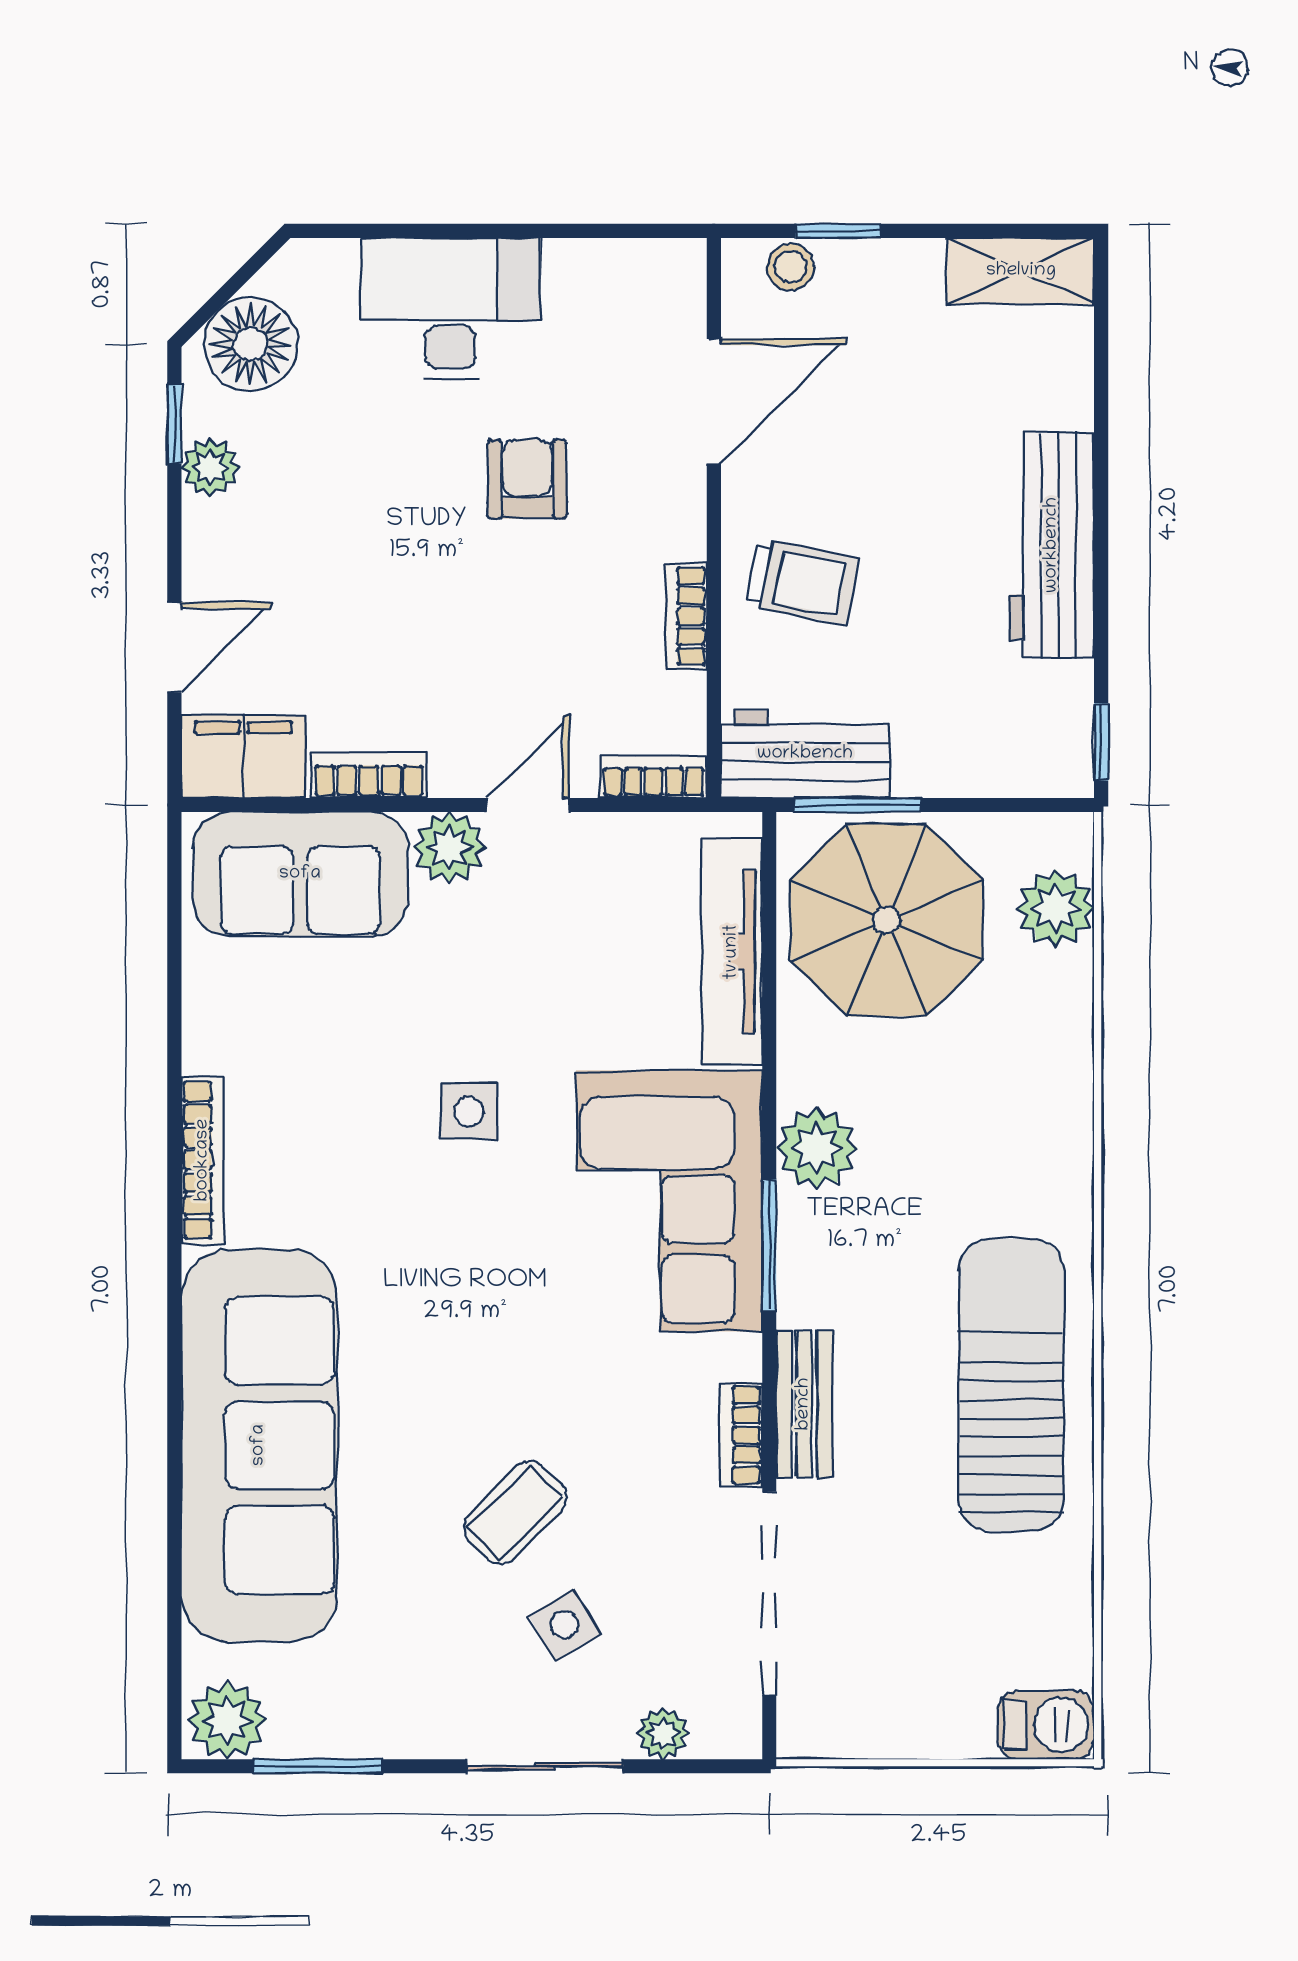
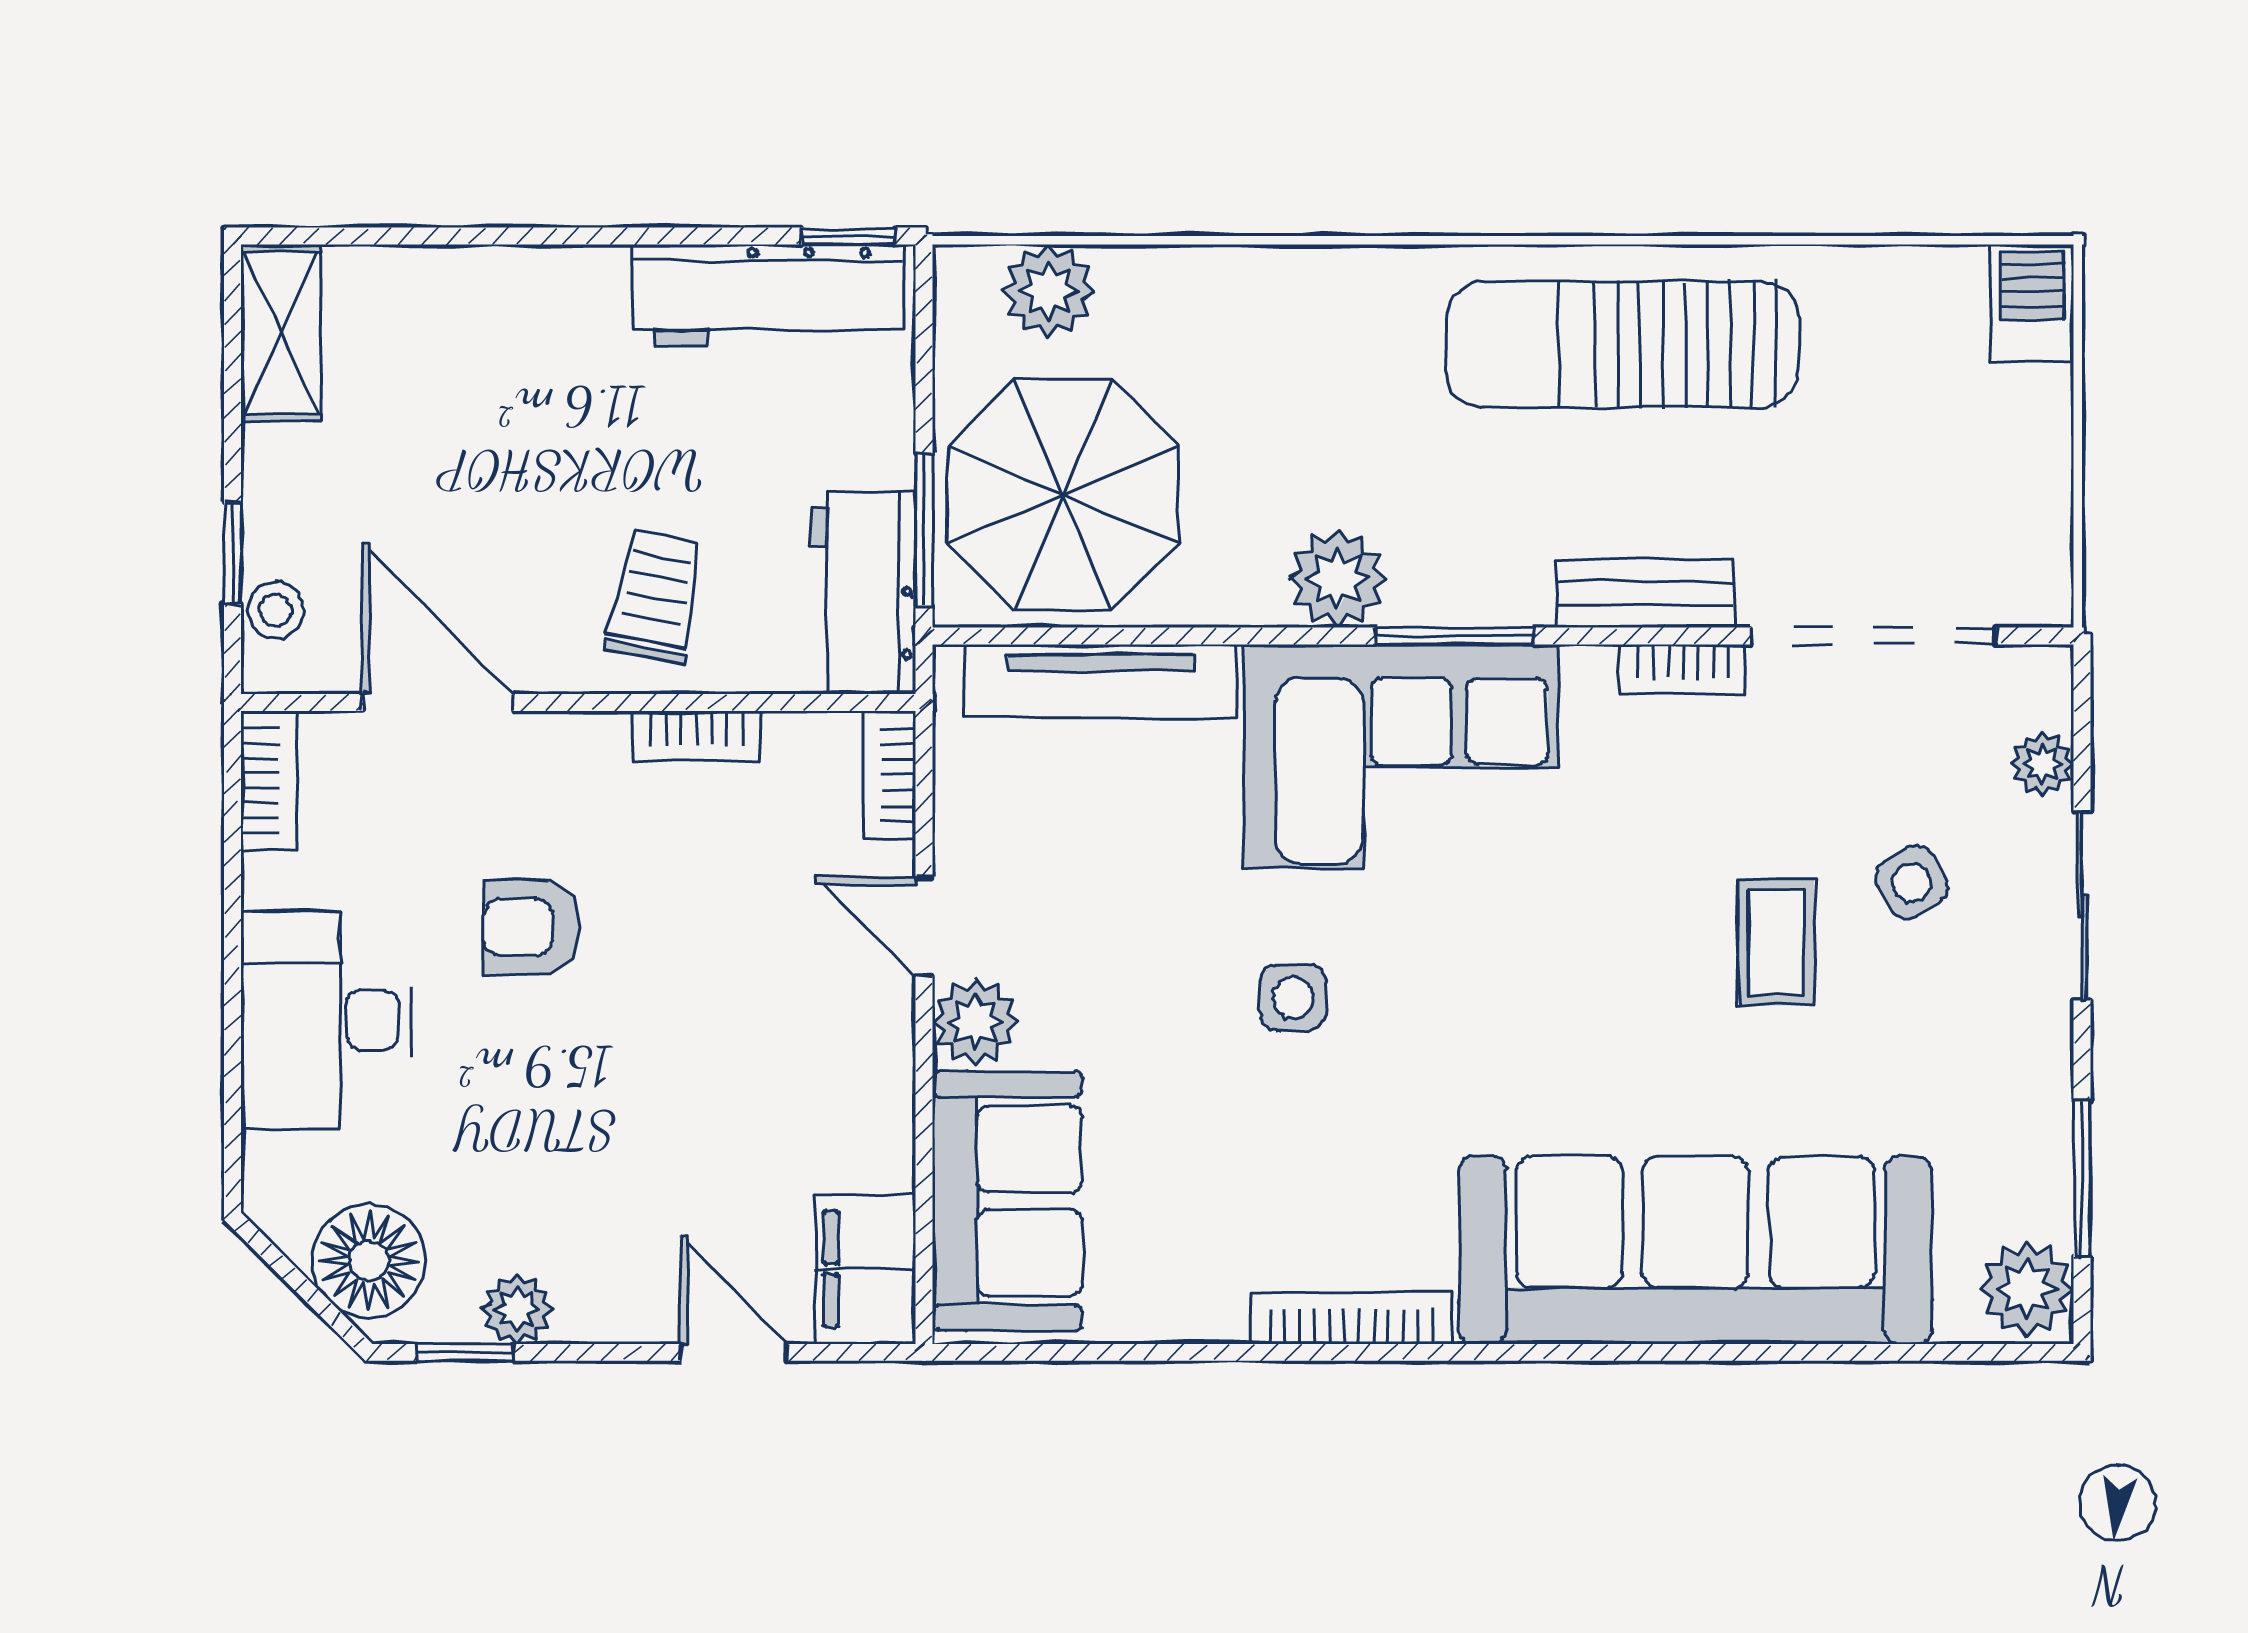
workbench: (1052, 545) -> (768, 295), moved
bookcase: (369, 775) -> (269, 780), moved, turned 180
coffee table: (515, 1513) -> (1776, 942), turned 45

